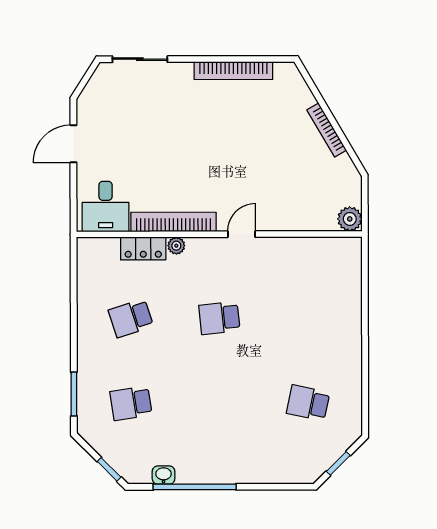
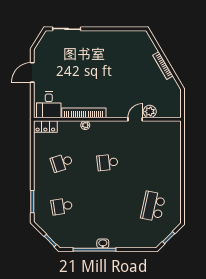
bookcase: (233, 71) -> (115, 35), removed
plant: (350, 219) -> (150, 112), moved
door: (241, 234) -> (135, 119), moved
locker: (143, 249) -> (45, 127), moved
school desk: (308, 403) -> (153, 206), width x1.85
washbasin: (164, 475) -> (103, 244), moved

